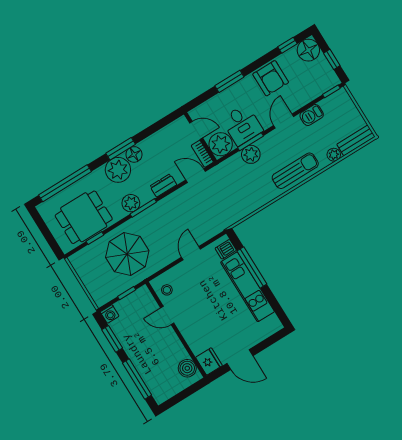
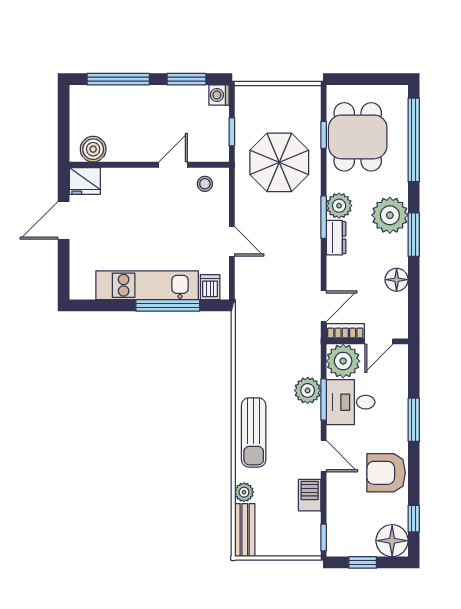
floor lamp: (134, 154) -> (397, 280), moved
dresser: (163, 185) -> (336, 238), moved

